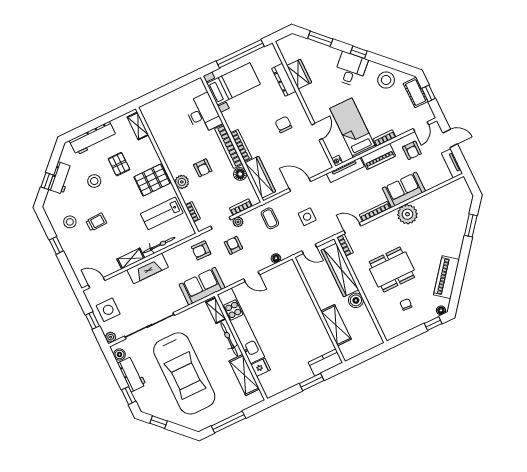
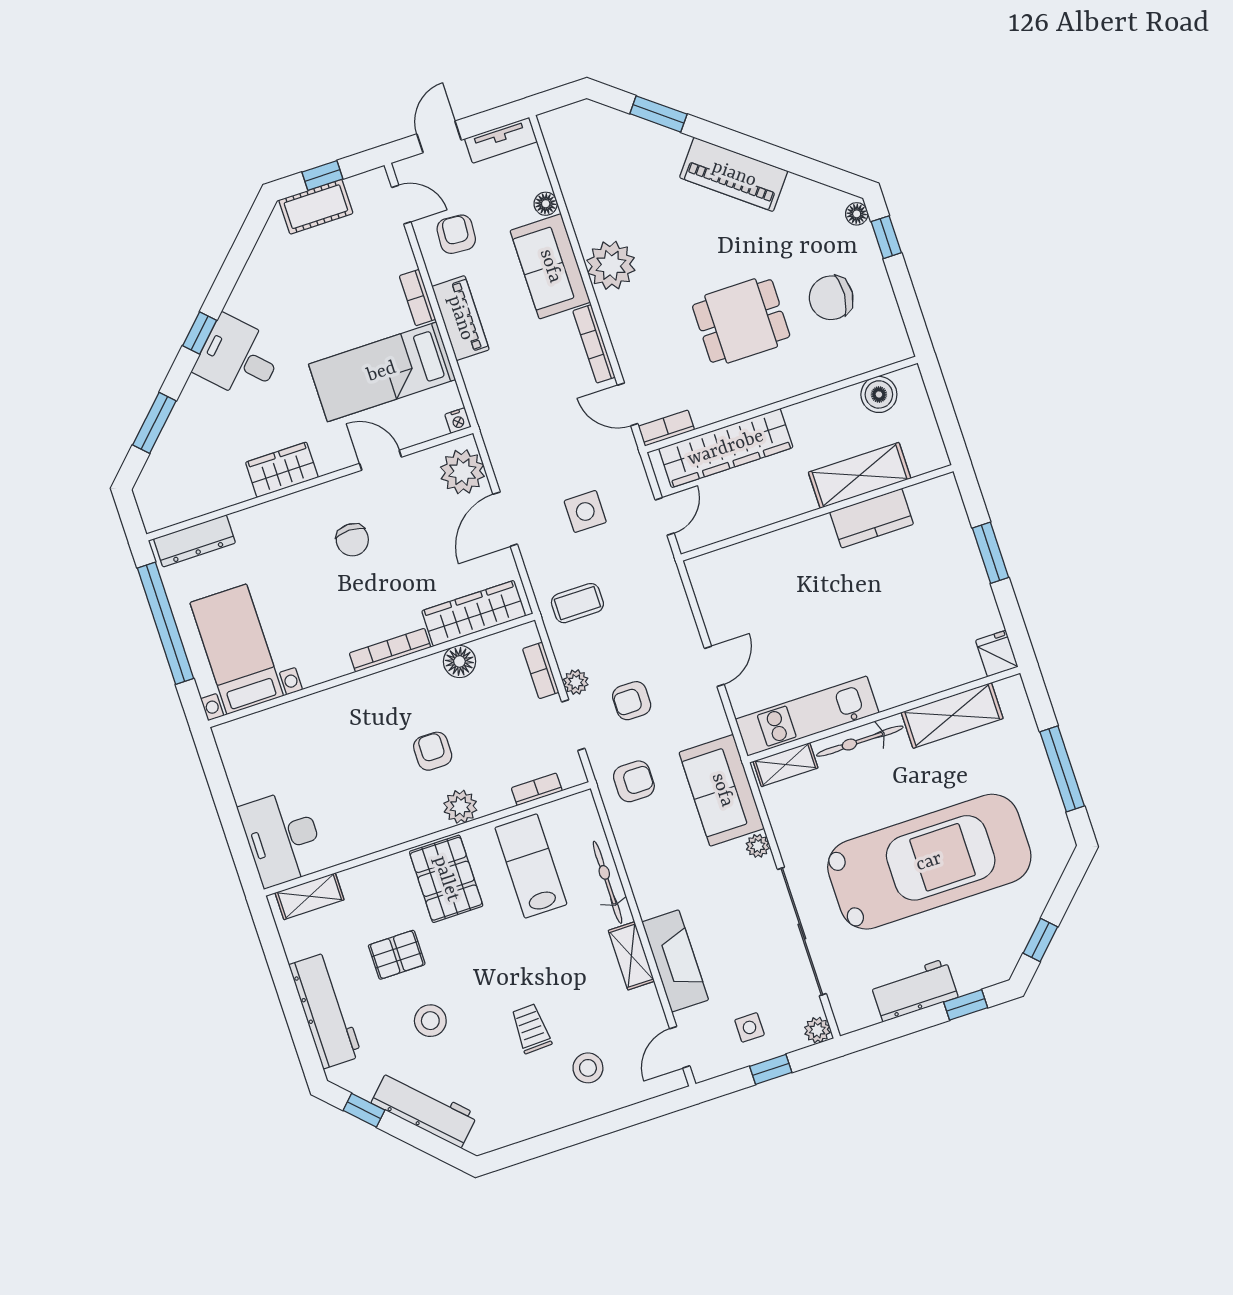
wardrobe: (299, 74) -> (282, 470), moved
dresser: (284, 80) -> (195, 541), moved
stool: (386, 80) -> (276, 275), removed
desk: (203, 114) -> (282, 838), moved, turned -90
chair: (284, 125) -> (352, 540), turned -90
bookcase: (229, 147) -> (389, 681), removed
armchair: (412, 150) -> (456, 234), turned -86
plant: (317, 165) -> (462, 472), added
armchair: (203, 168) -> (433, 751), turned -90
tv unit: (345, 170) -> (483, 403), removed
workbench: (60, 178) -> (424, 1109), width x1.37
window: (47, 181) -> (364, 1110), moved
lab bench: (162, 213) -> (531, 866), turned 180
stool: (70, 222) -> (588, 1068), moved
door: (352, 228) -> (628, 404), hinge flipped
window: (56, 245) -> (576, 1134), removed
armchair: (201, 250) -> (634, 781), turned -91
floor lamp: (276, 258) -> (546, 204), moved
fireplace: (148, 268) -> (675, 961), moved
dining table: (392, 269) -> (741, 321), width x0.73
piano: (446, 277) -> (734, 174), moved
boiler: (356, 300) -> (879, 394), moved
plant: (182, 304) -> (758, 846), added
chair: (406, 304) -> (831, 298), width x1.87, depth x1.87
side table: (108, 310) -> (750, 1027), width x0.54, depth x0.54
kitchen unit: (241, 326) -> (807, 716), width x0.73
boiler: (119, 355) -> (863, 1014), removed
kitchen counter: (325, 363) -> (872, 518), moved, turned -90
fridge: (261, 367) -> (997, 654), moved

